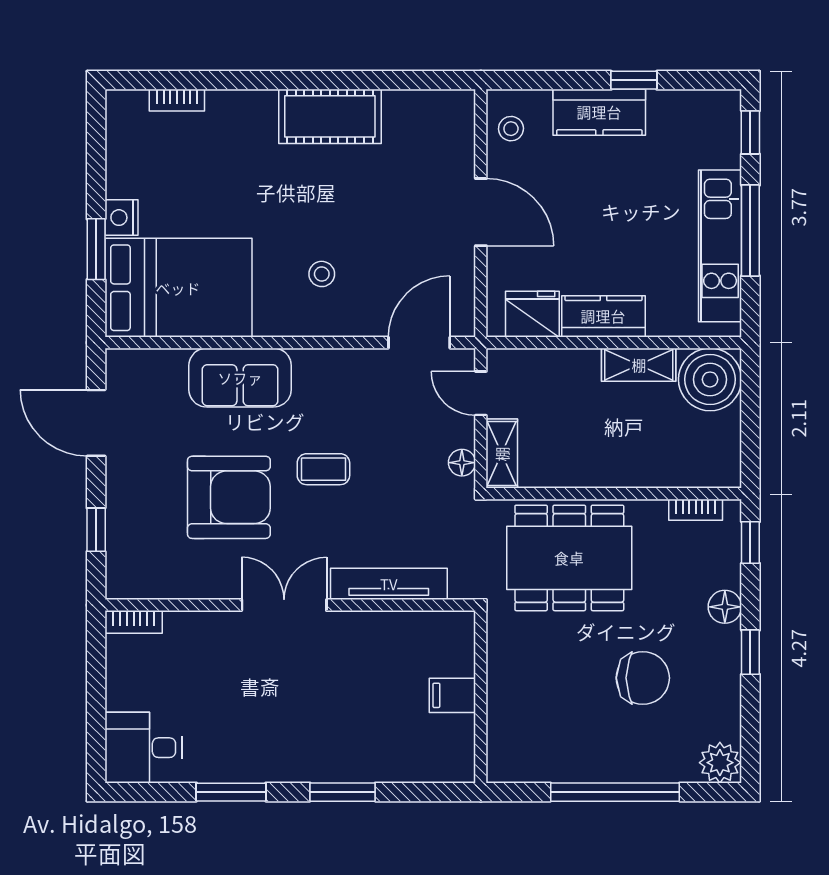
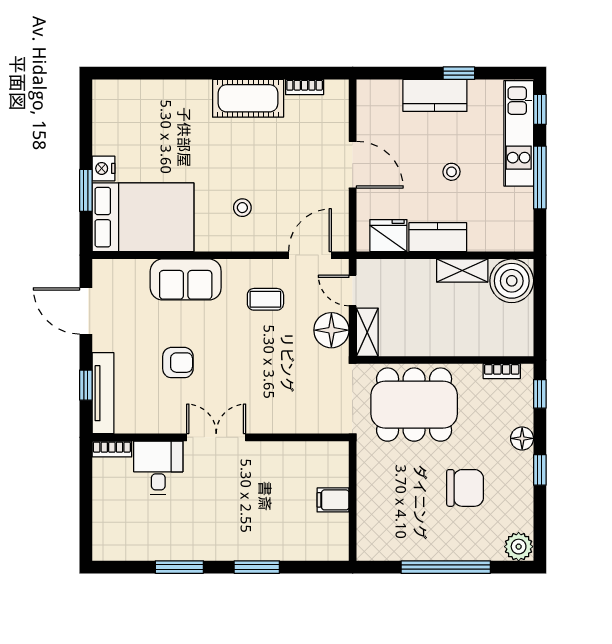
bookcase: (177, 100) -> (305, 87), moved
stool: (511, 129) -> (452, 172), moved
kitchen unit: (720, 246) -> (519, 133), moved
floor lamp: (462, 463) -> (331, 330), width x1.89, depth x1.89
coffee table: (323, 469) -> (265, 299), moved
armchair: (229, 497) -> (178, 363), width x0.53, depth x0.53
tv unit: (389, 584) -> (103, 393), moved, turned 90
desk: (143, 748) -> (158, 468), moved, turned 90

